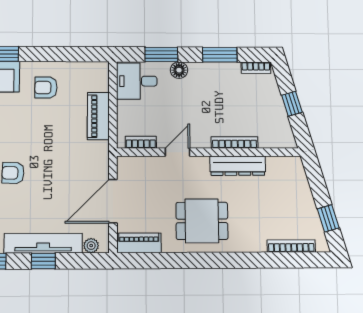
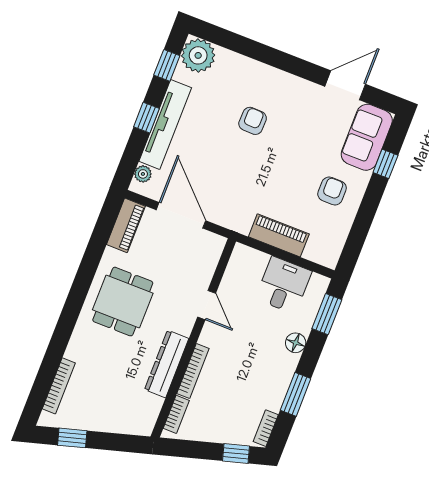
window: (161, 54) -> (327, 314), moved
desk: (137, 81) -> (284, 285), moved
window: (292, 104) -> (236, 453), moved
bookcase: (141, 142) -> (176, 414), moved

